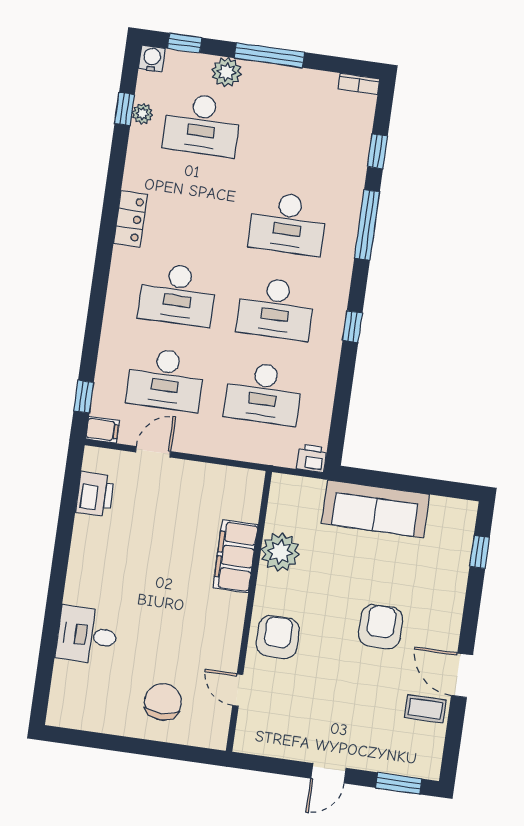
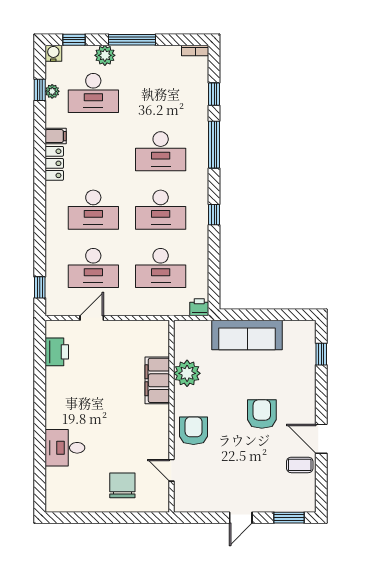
filing cabinet: (102, 430) -> (56, 136), moved

